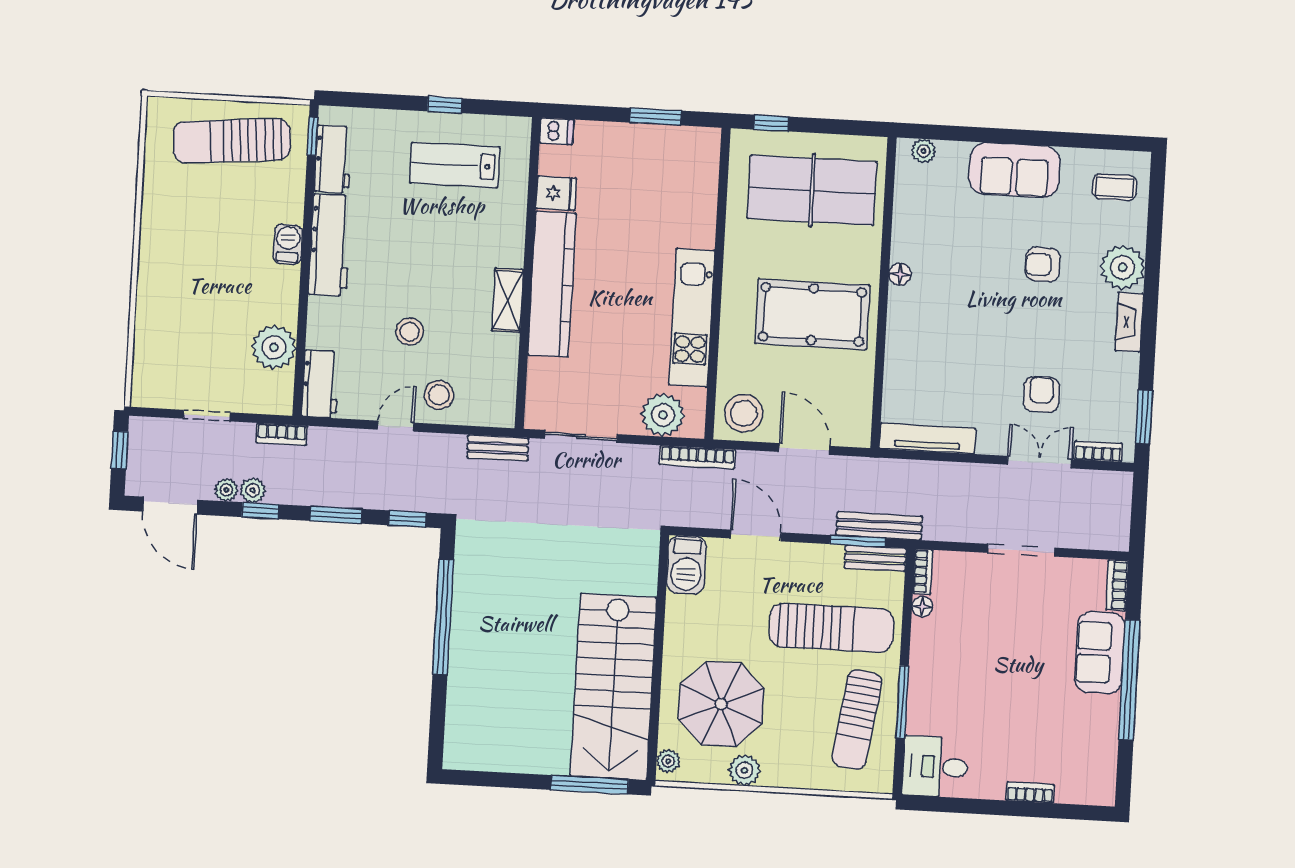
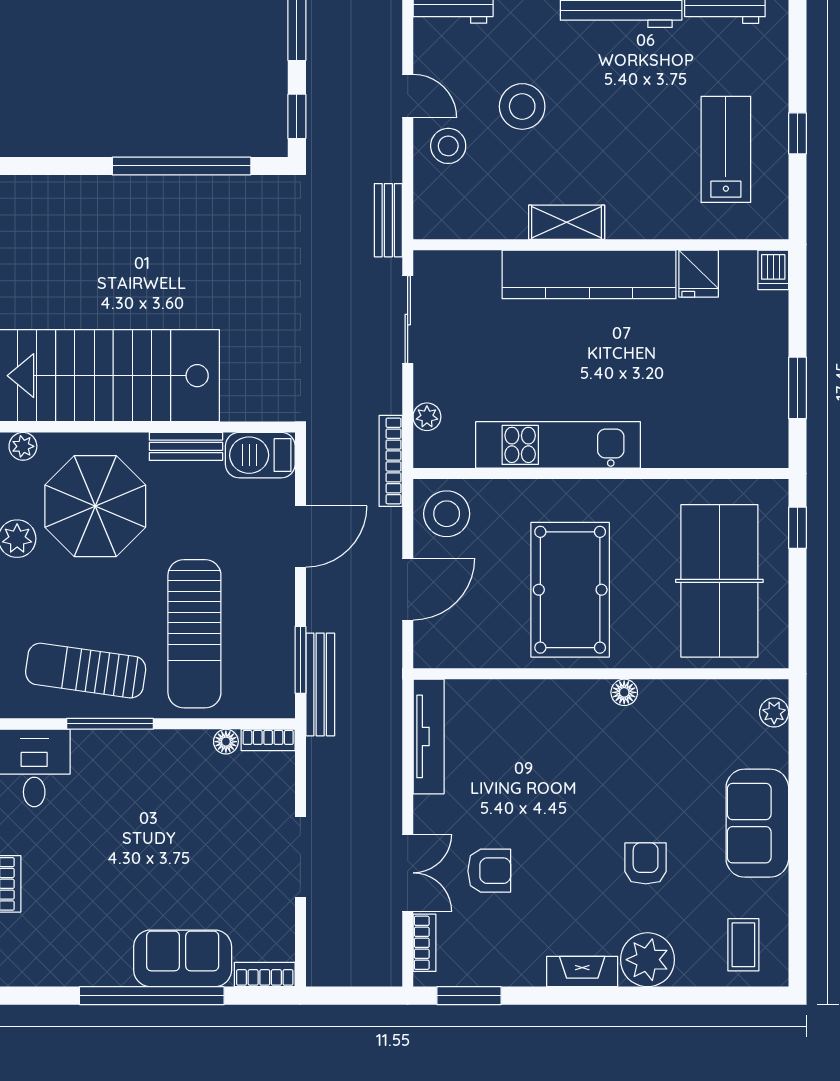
stool: (410, 332) -> (522, 106), width x1.38, depth x1.38
plant: (663, 415) -> (427, 417), width x0.53, depth x0.53
bench: (875, 558) -> (186, 446), moved, turned 90

